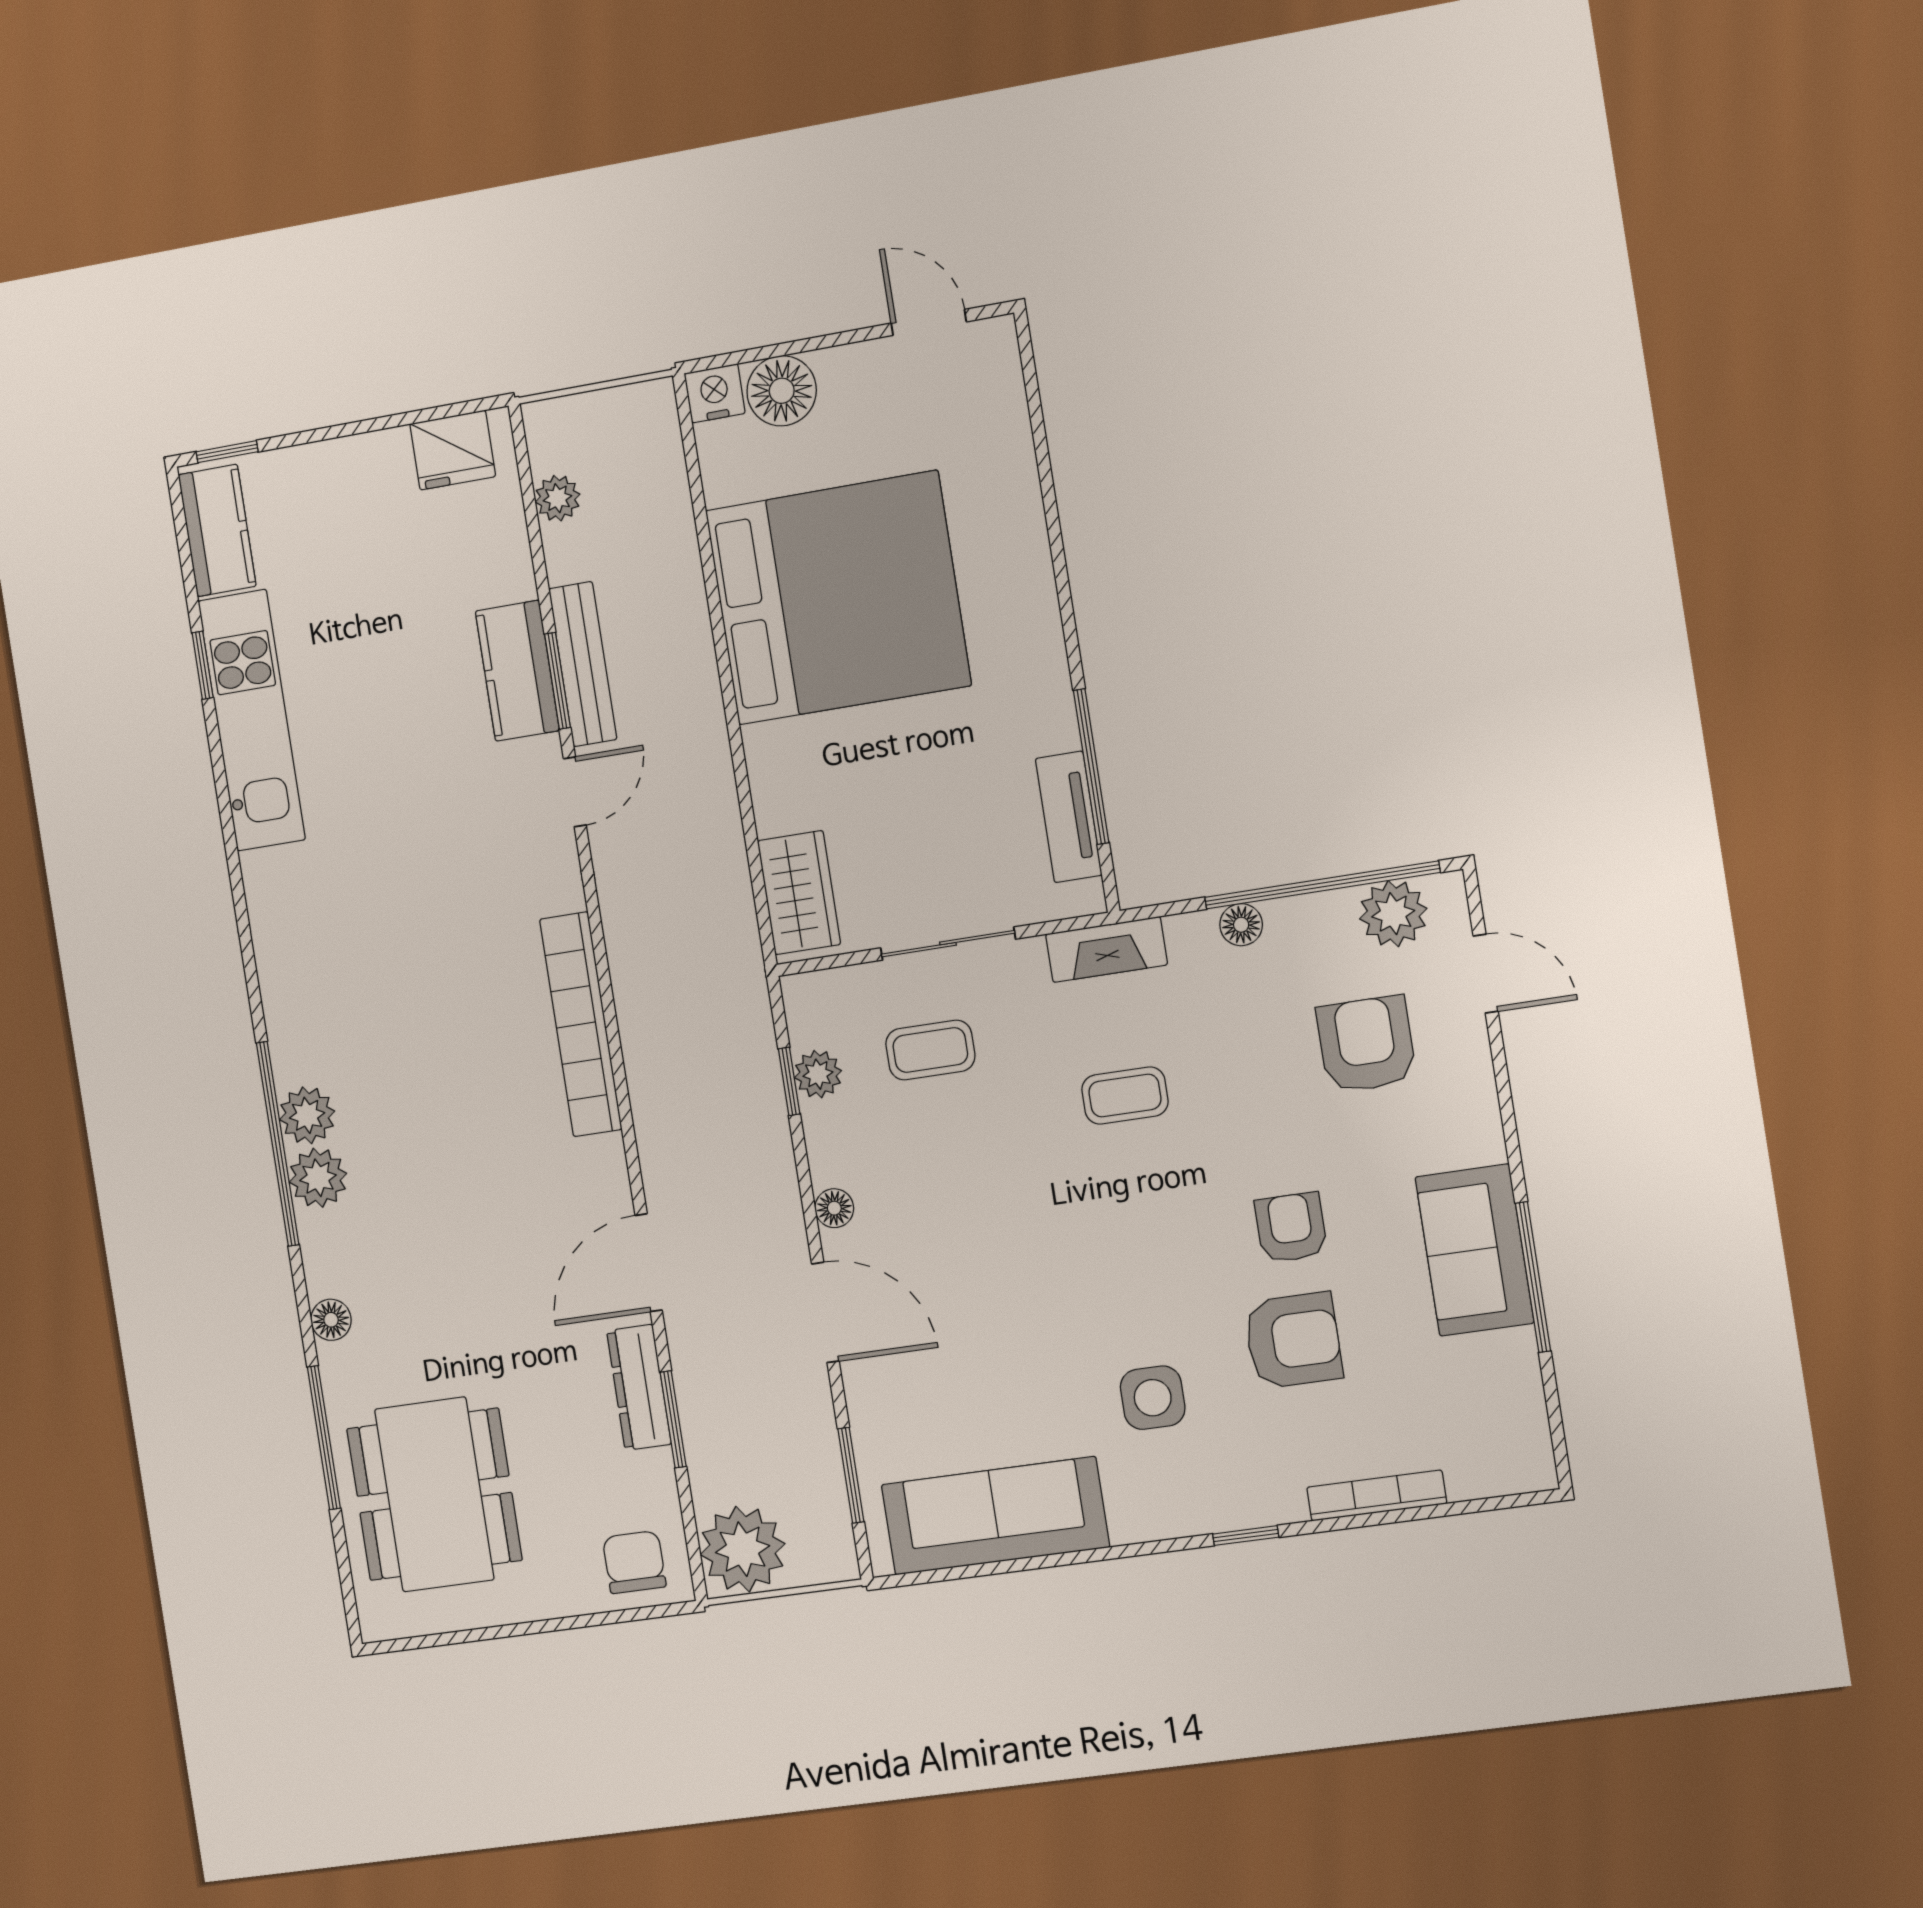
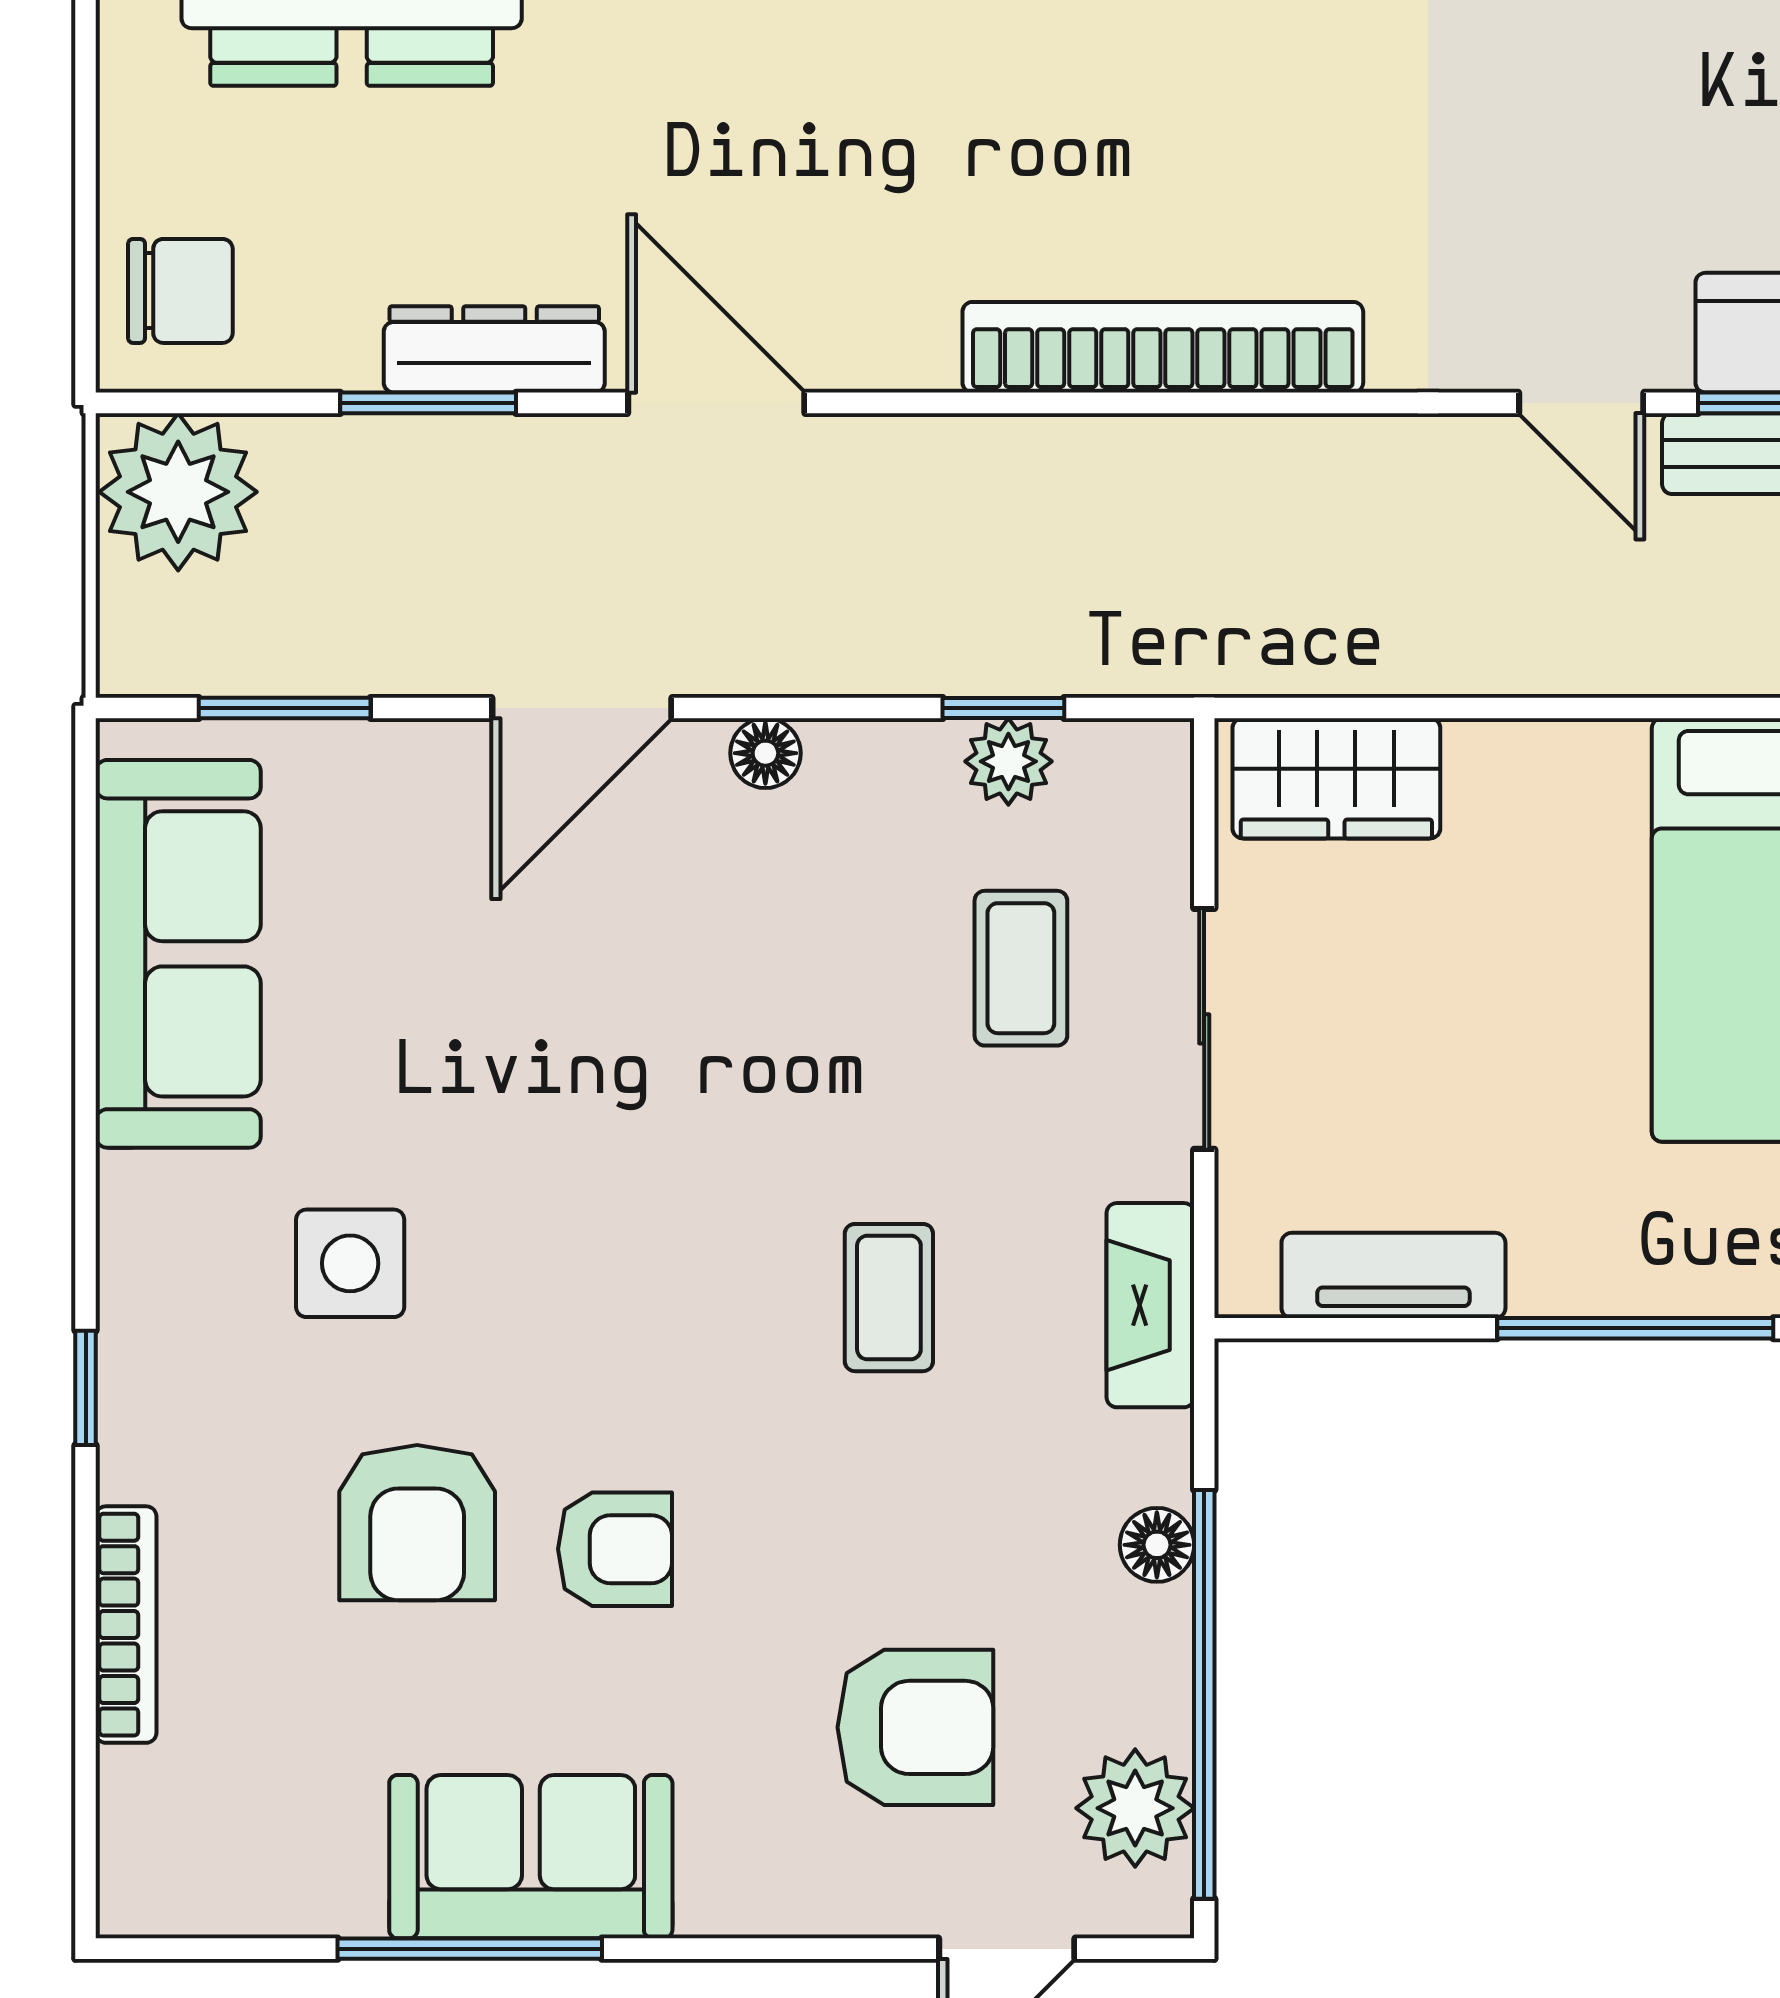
window: (1091, 767) -> (1635, 1328), moved

